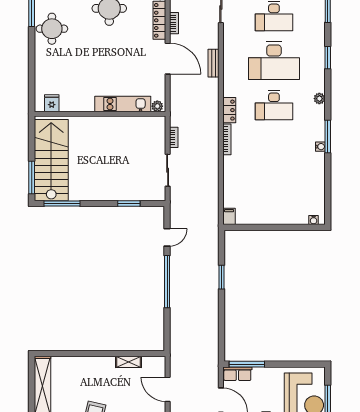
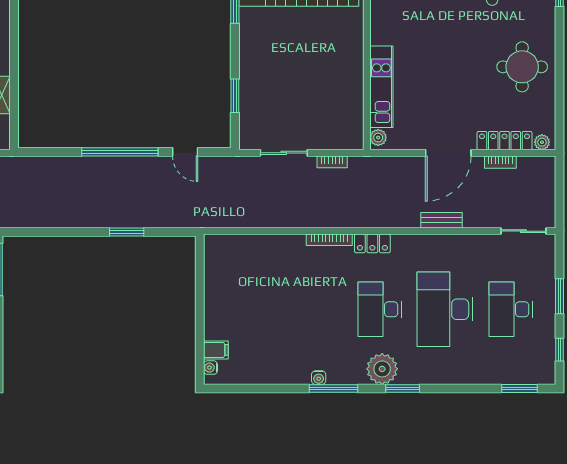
window: (328, 58) -> (403, 388), moved
plant: (319, 99) -> (382, 369), width x1.88, depth x1.88
filing cabinet: (229, 216) -> (216, 350), moved

